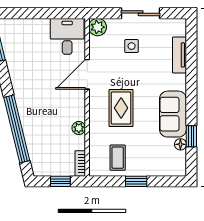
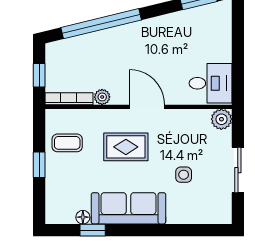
side table: (132, 46) -> (184, 175), moved
tv unit: (179, 55) -> (189, 216), removed
door: (87, 74) -> (147, 107), moved
sofa: (173, 114) -> (128, 208), width x1.36
bookcase: (80, 163) -> (69, 99), width x1.56

